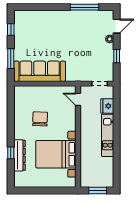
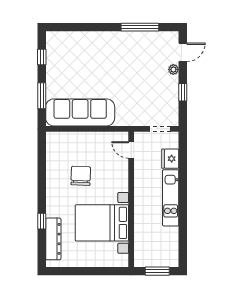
dresser: (19, 155) -> (53, 239), moved

